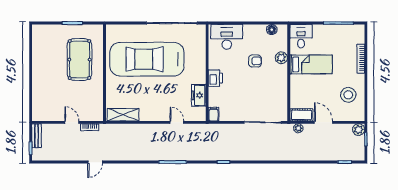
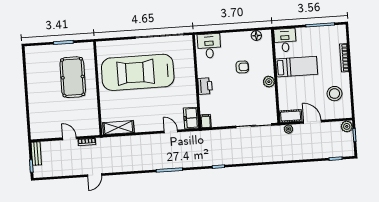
desk: (227, 37) -> (209, 46), width x0.73
plant: (281, 58) -> (269, 82), moved
freezer: (199, 95) -> (191, 118), moved

